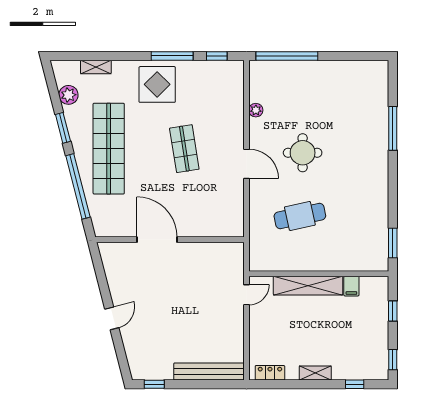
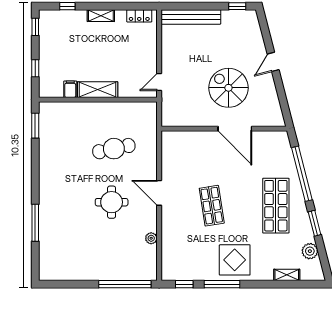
shop shelf: (109, 149) -> (276, 206), width x0.71
shelving: (308, 286) -> (98, 90), width x0.68
spiral stairs: (165, 288) -> (228, 88), added

